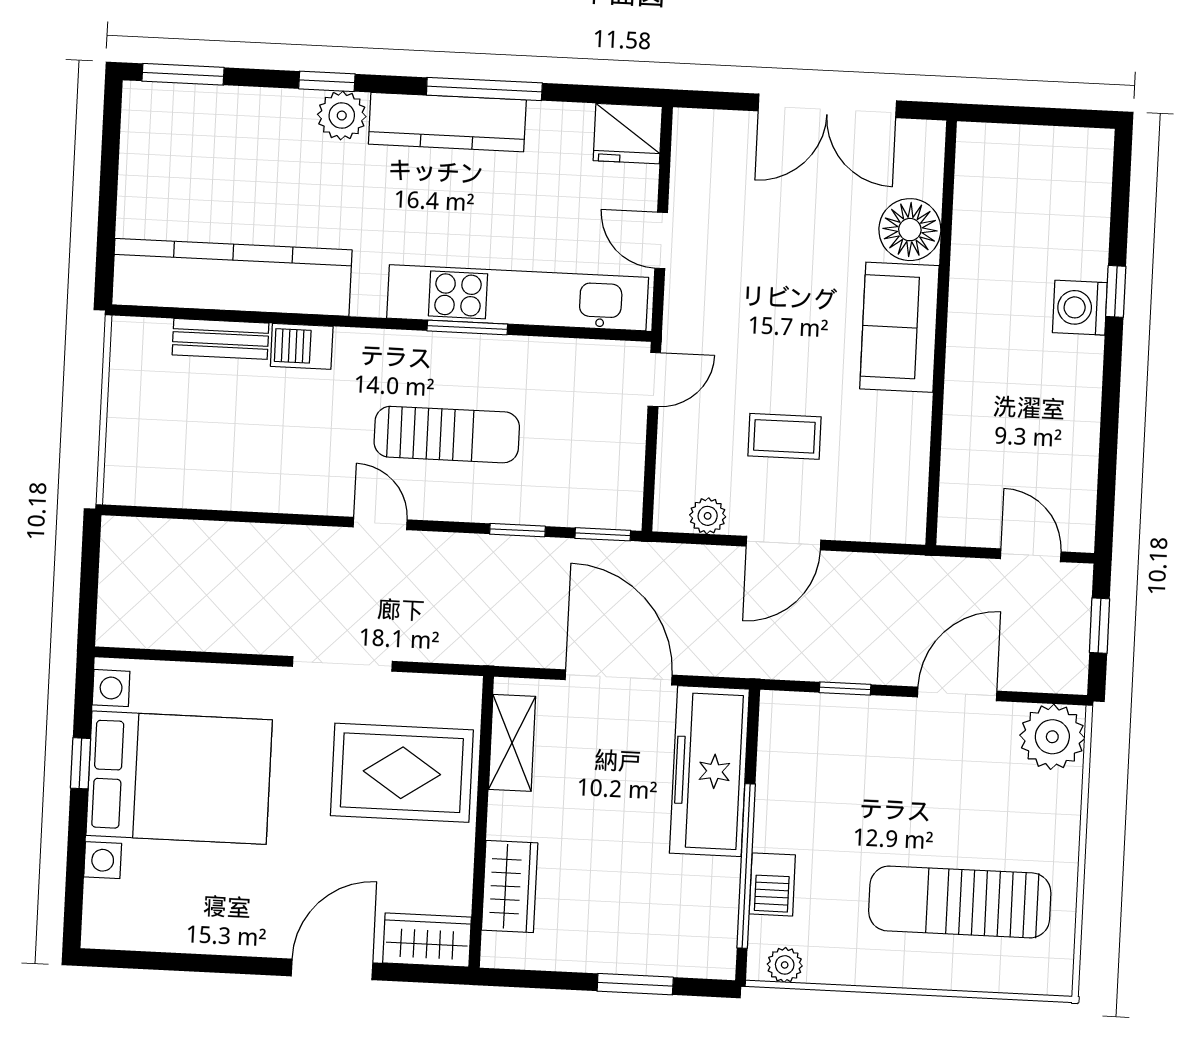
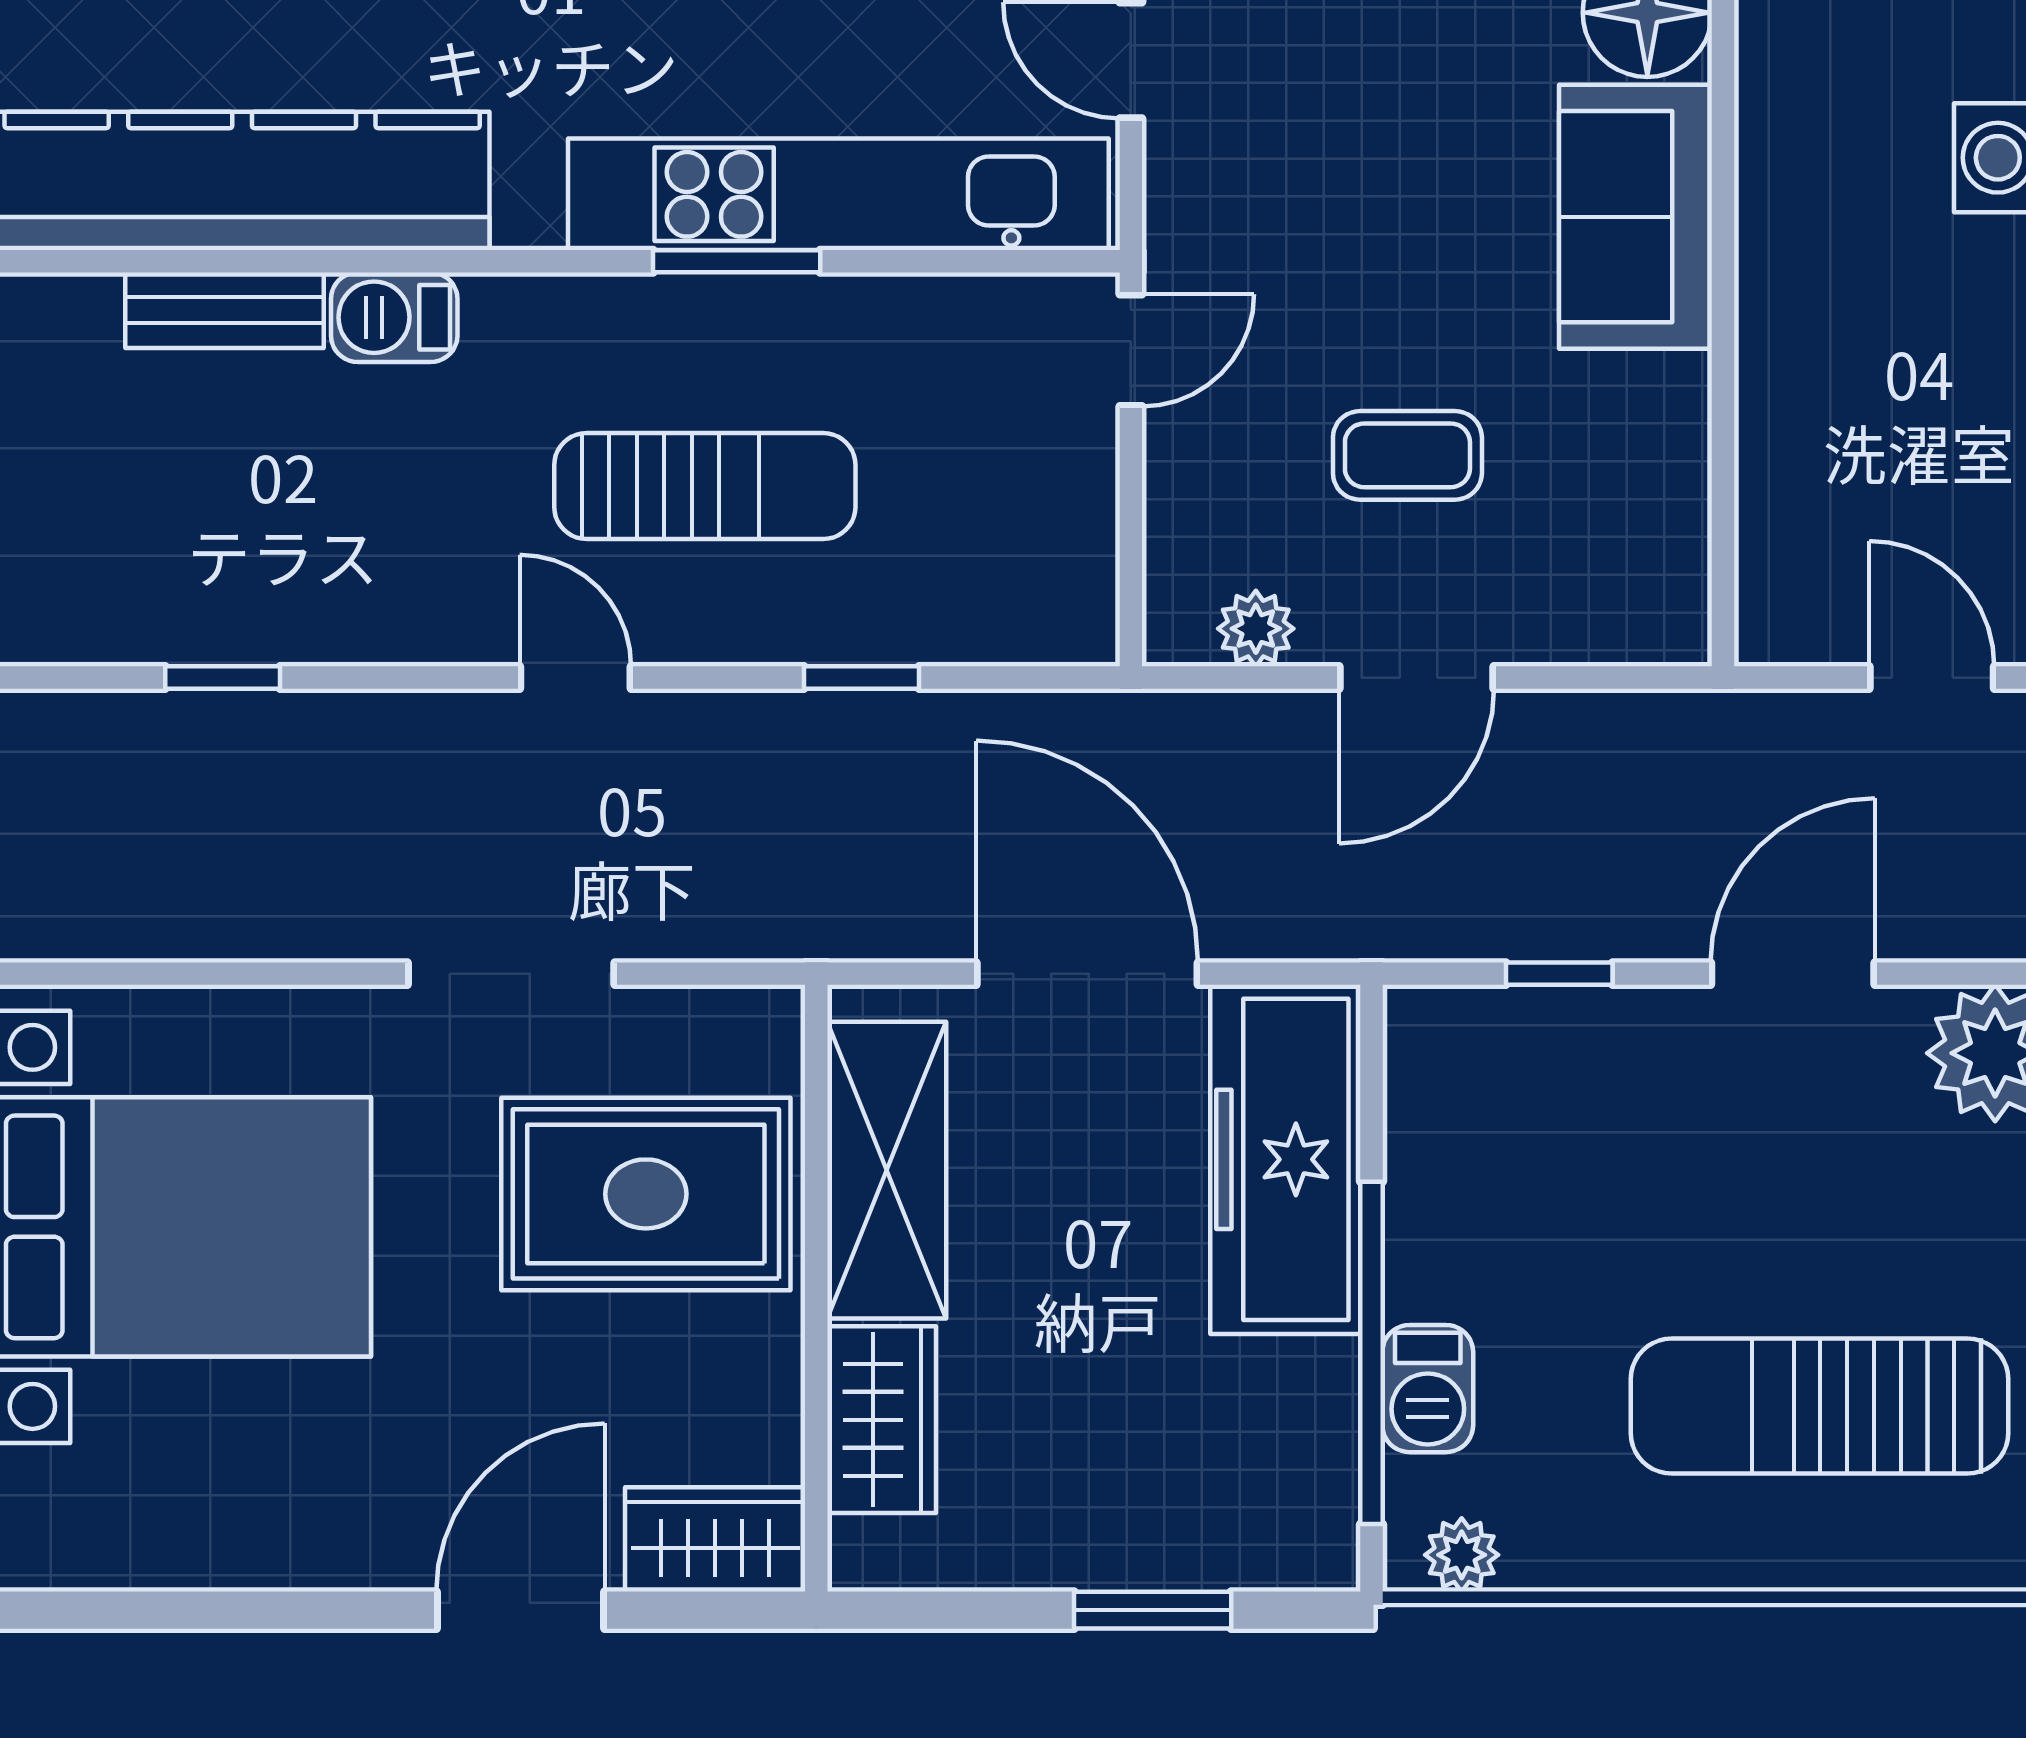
window: (603, 534) -> (223, 678), moved
shelving: (512, 743) -> (887, 1170), width x1.50, depth x1.33

